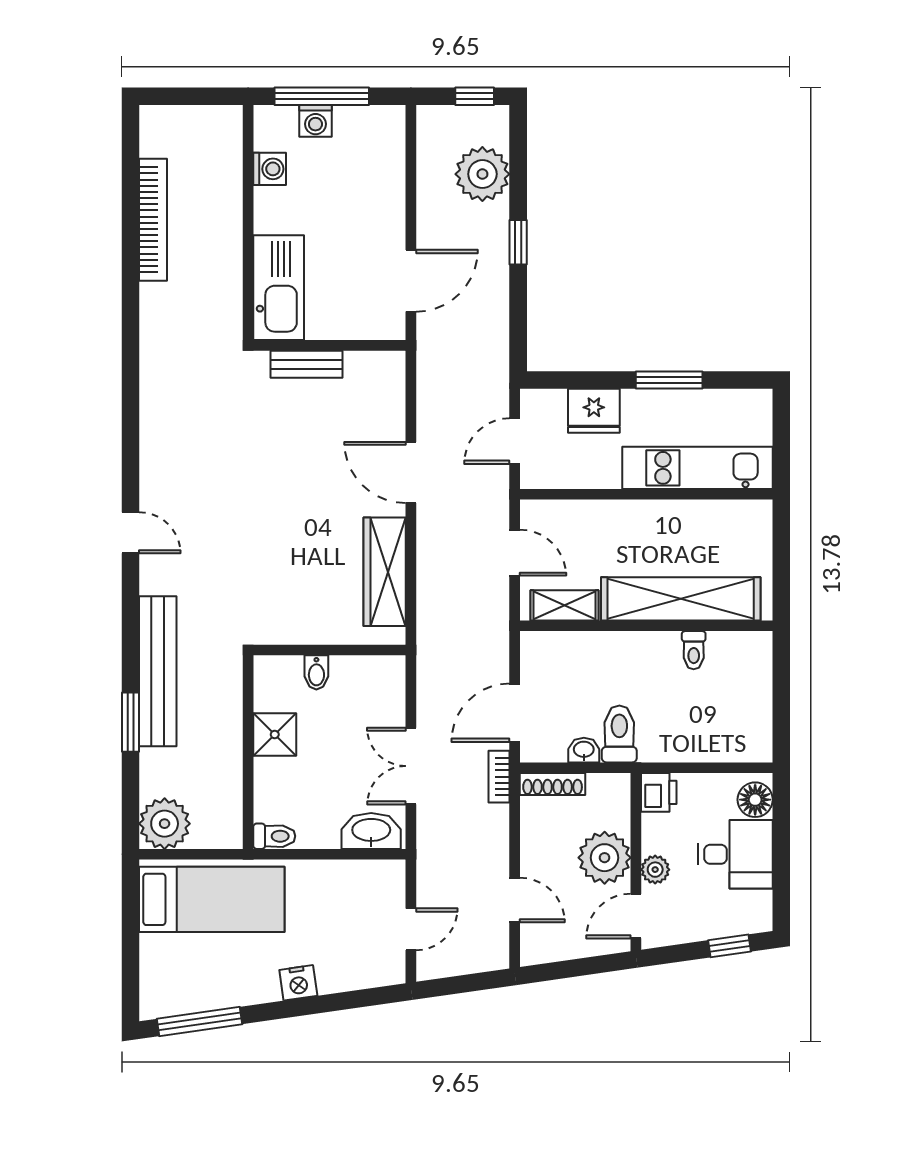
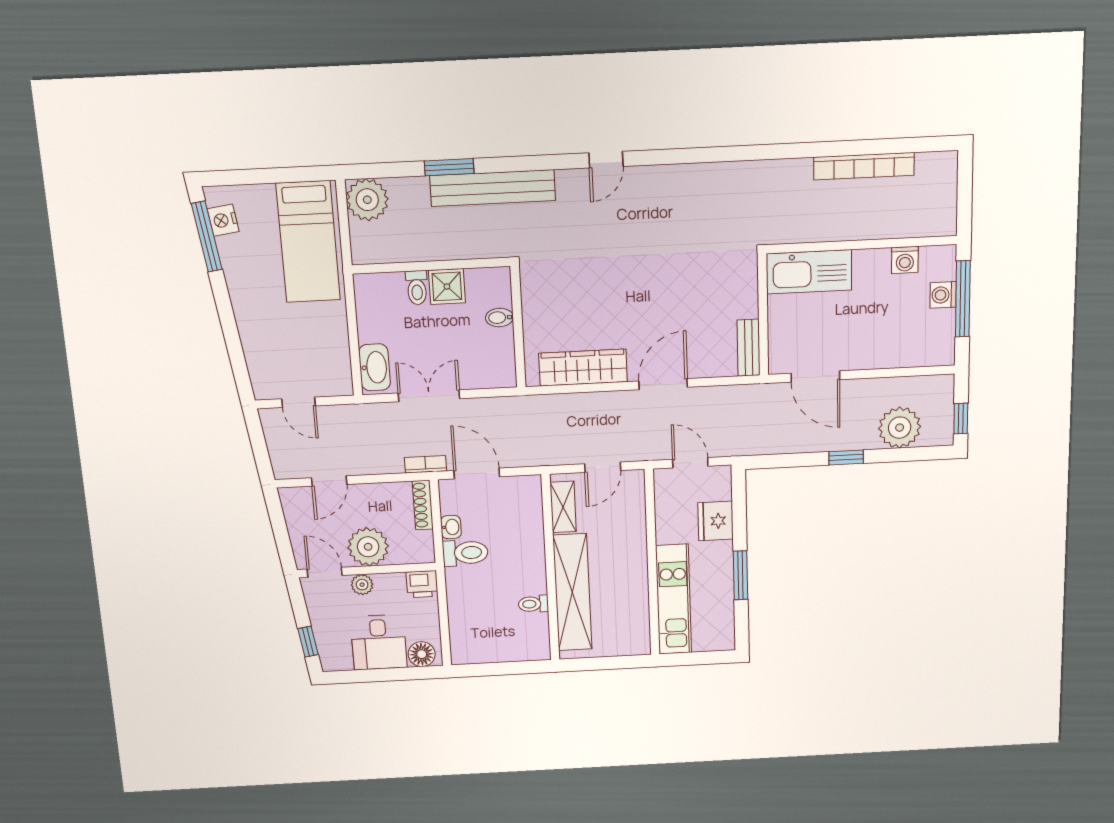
bench: (307, 364) -> (749, 348), moved
toilet: (274, 836) -> (417, 288), moved
nightstand: (298, 983) -> (223, 220), moved

